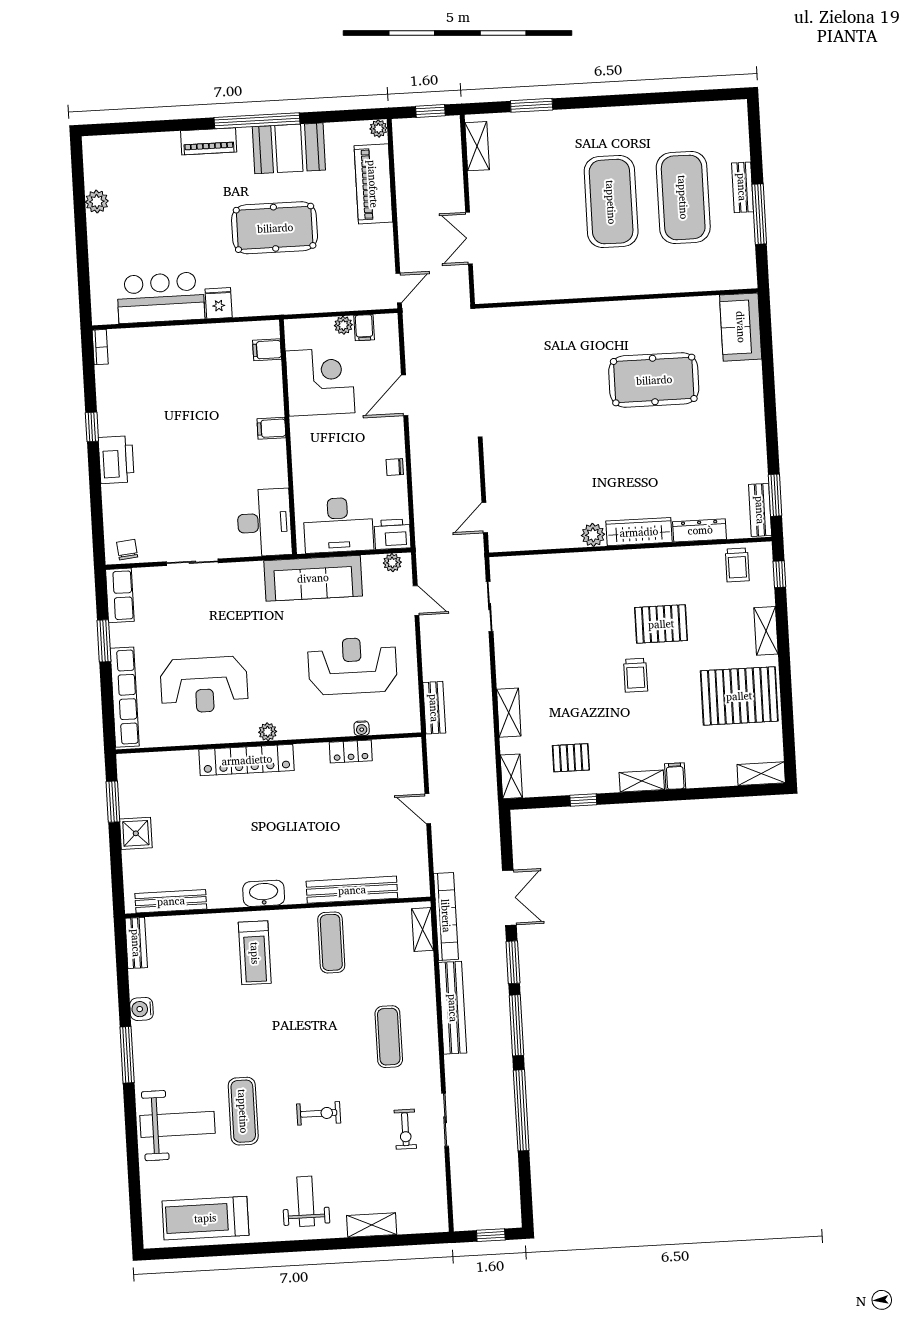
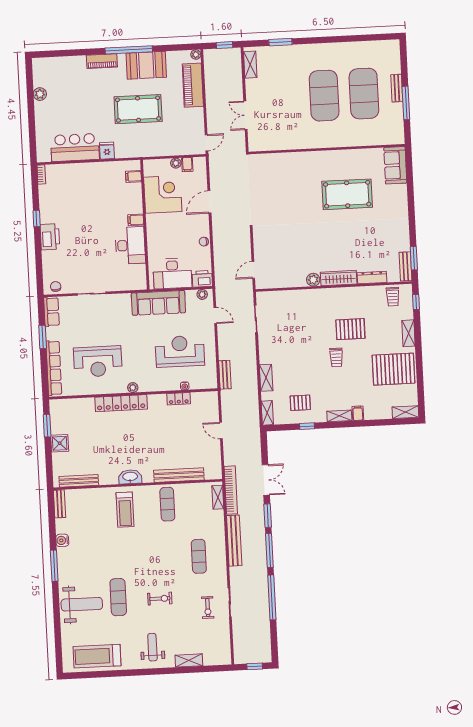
desk: (264, 523) -> (130, 245), moved

